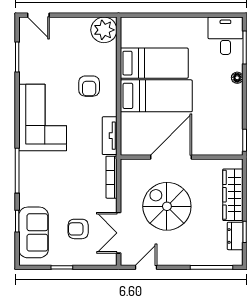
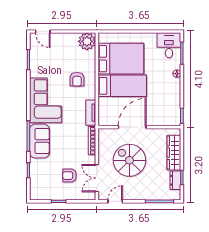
bed: (154, 63) -> (121, 59), width x1.50
sofa: (34, 232) -> (40, 141), moved

